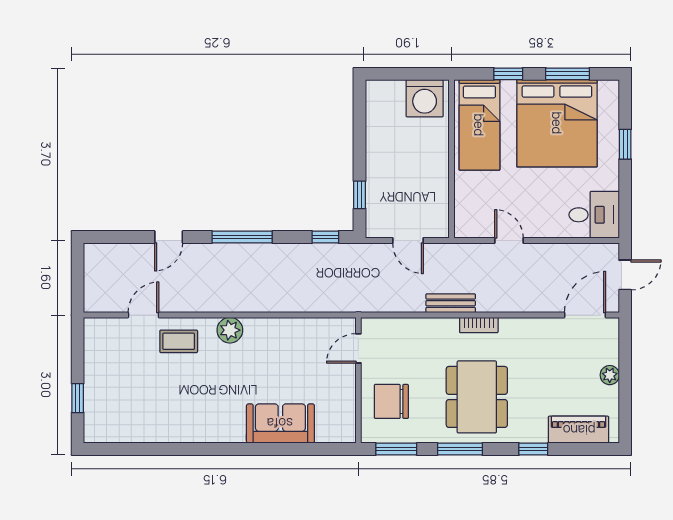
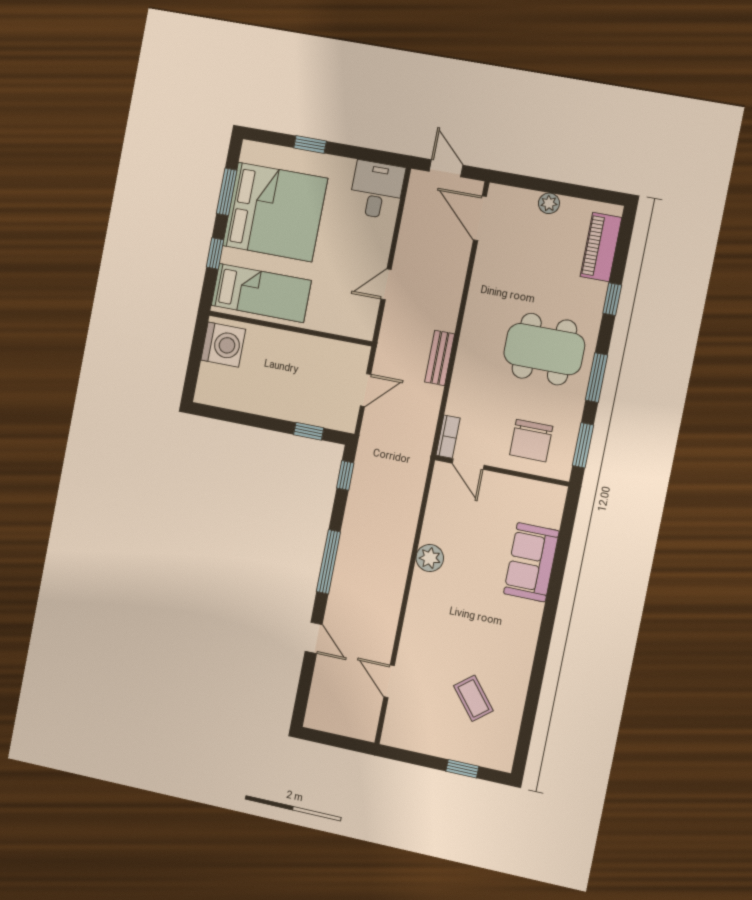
bookcase: (479, 325) -> (448, 437), moved
plant: (230, 330) -> (430, 558), moved
coffee table: (179, 341) -> (473, 698), moved, turned -39

